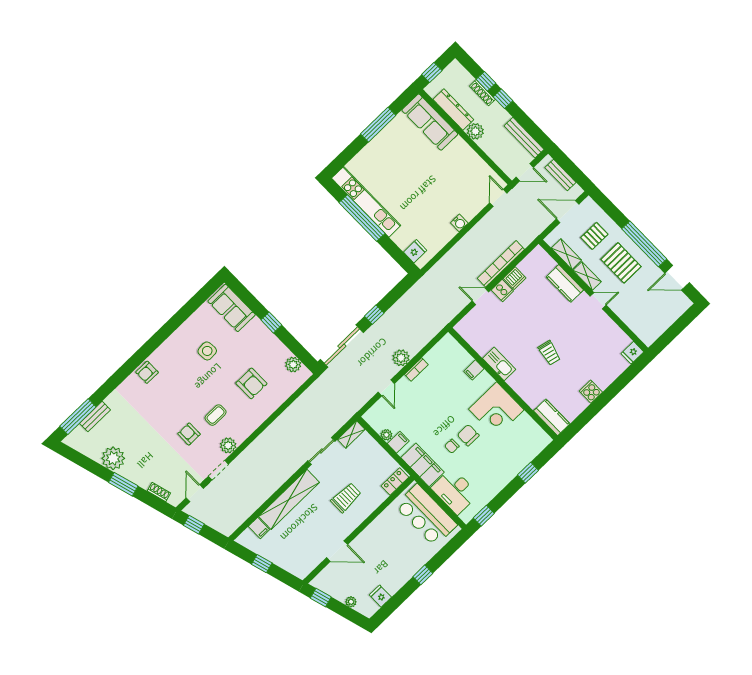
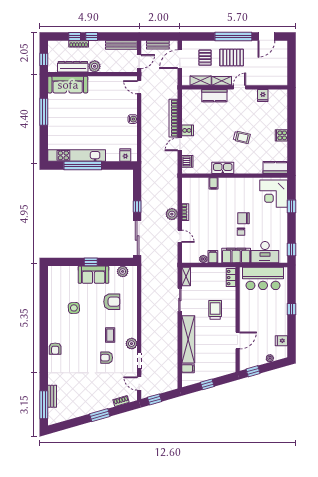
dishwasher: (515, 278) -> (187, 161), moved
sofa: (232, 308) -> (93, 275), moved
fridge: (632, 353) -> (263, 96), moved
corner desk: (496, 409) -> (274, 194), moved, turned 90
plant: (113, 458) -> (82, 408), removed

